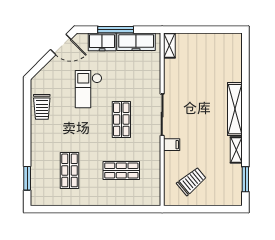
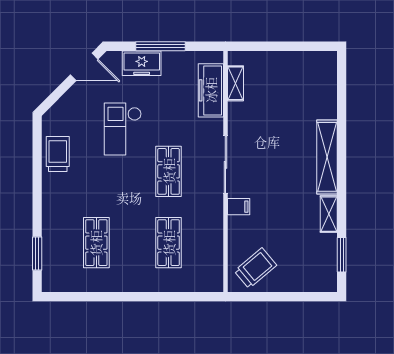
freezer: (136, 42) -> (211, 90), moved, turned 90
shelving: (169, 45) -> (236, 83), moved
trolley: (42, 107) -> (58, 154), turned 180
shop shelf: (121, 170) -> (169, 243), turned 90
trolley: (191, 181) -> (255, 268), moved

